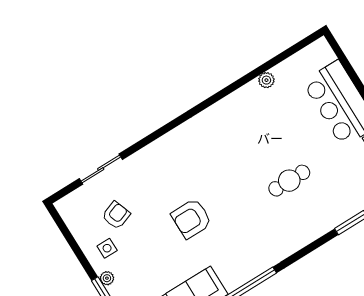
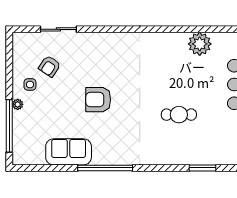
plant: (266, 80) -> (200, 44), width x1.88, depth x1.88
armchair: (116, 215) -> (50, 66), turned 144

